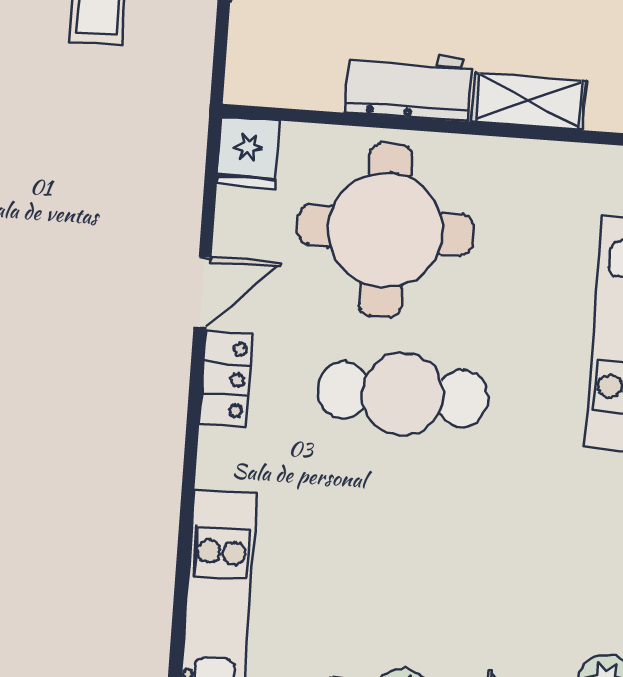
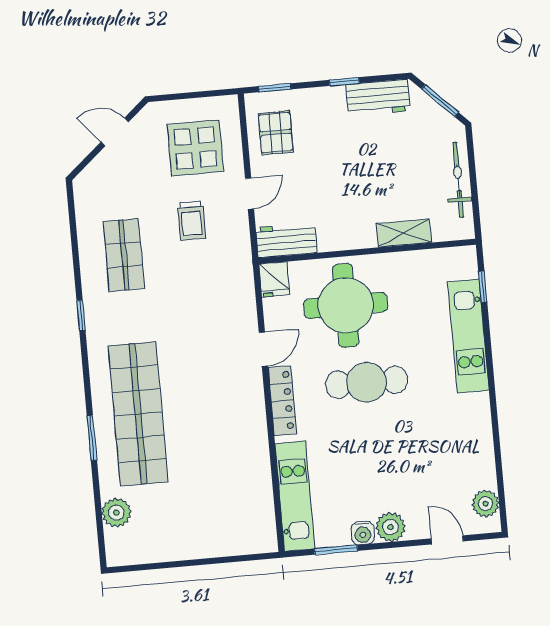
workbench: (409, 86) -> (286, 240), moved
locker: (226, 379) -> (282, 401), width x1.53

